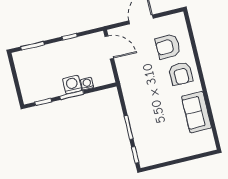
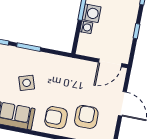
side table: (162, 114) -> (27, 83), added

